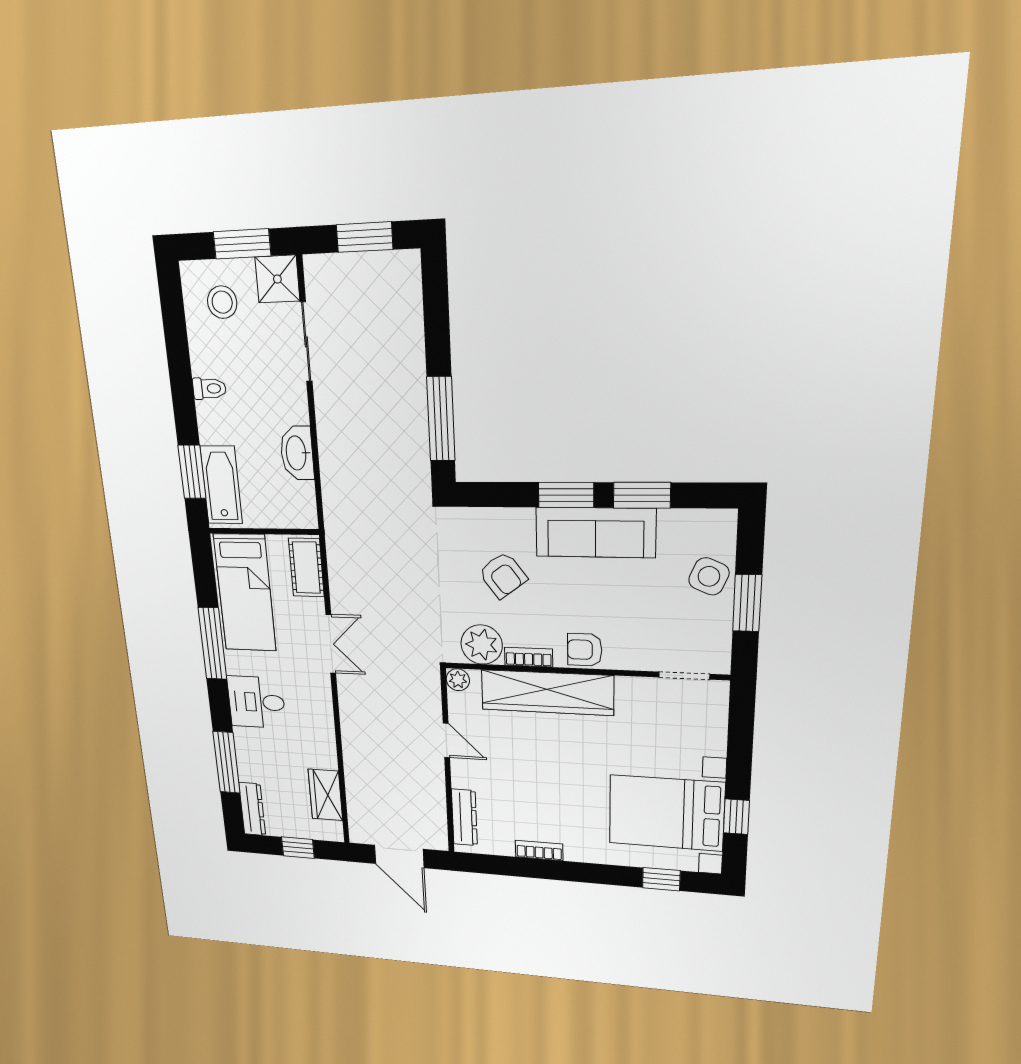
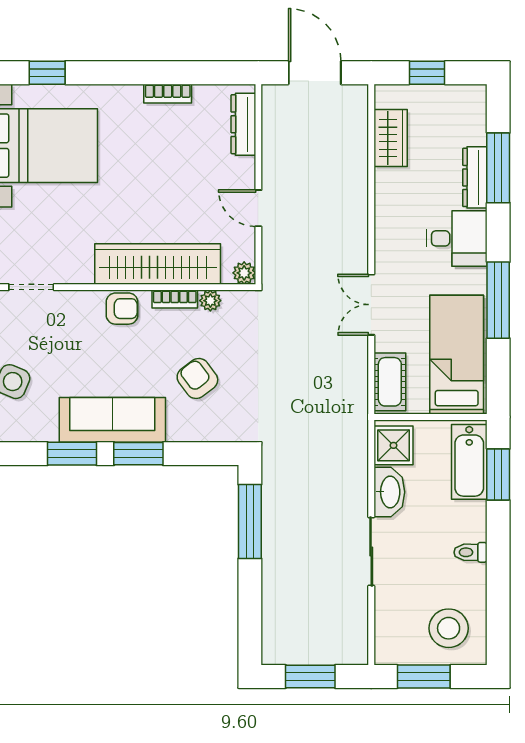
shower: (277, 279) -> (393, 445), moved
stool: (222, 302) -> (449, 628), width x1.38, depth x1.38
sliding door: (306, 342) -> (371, 552), moved
plant: (482, 645) -> (210, 301), width x0.53, depth x0.53
dresser: (252, 809) -> (475, 177), moved

